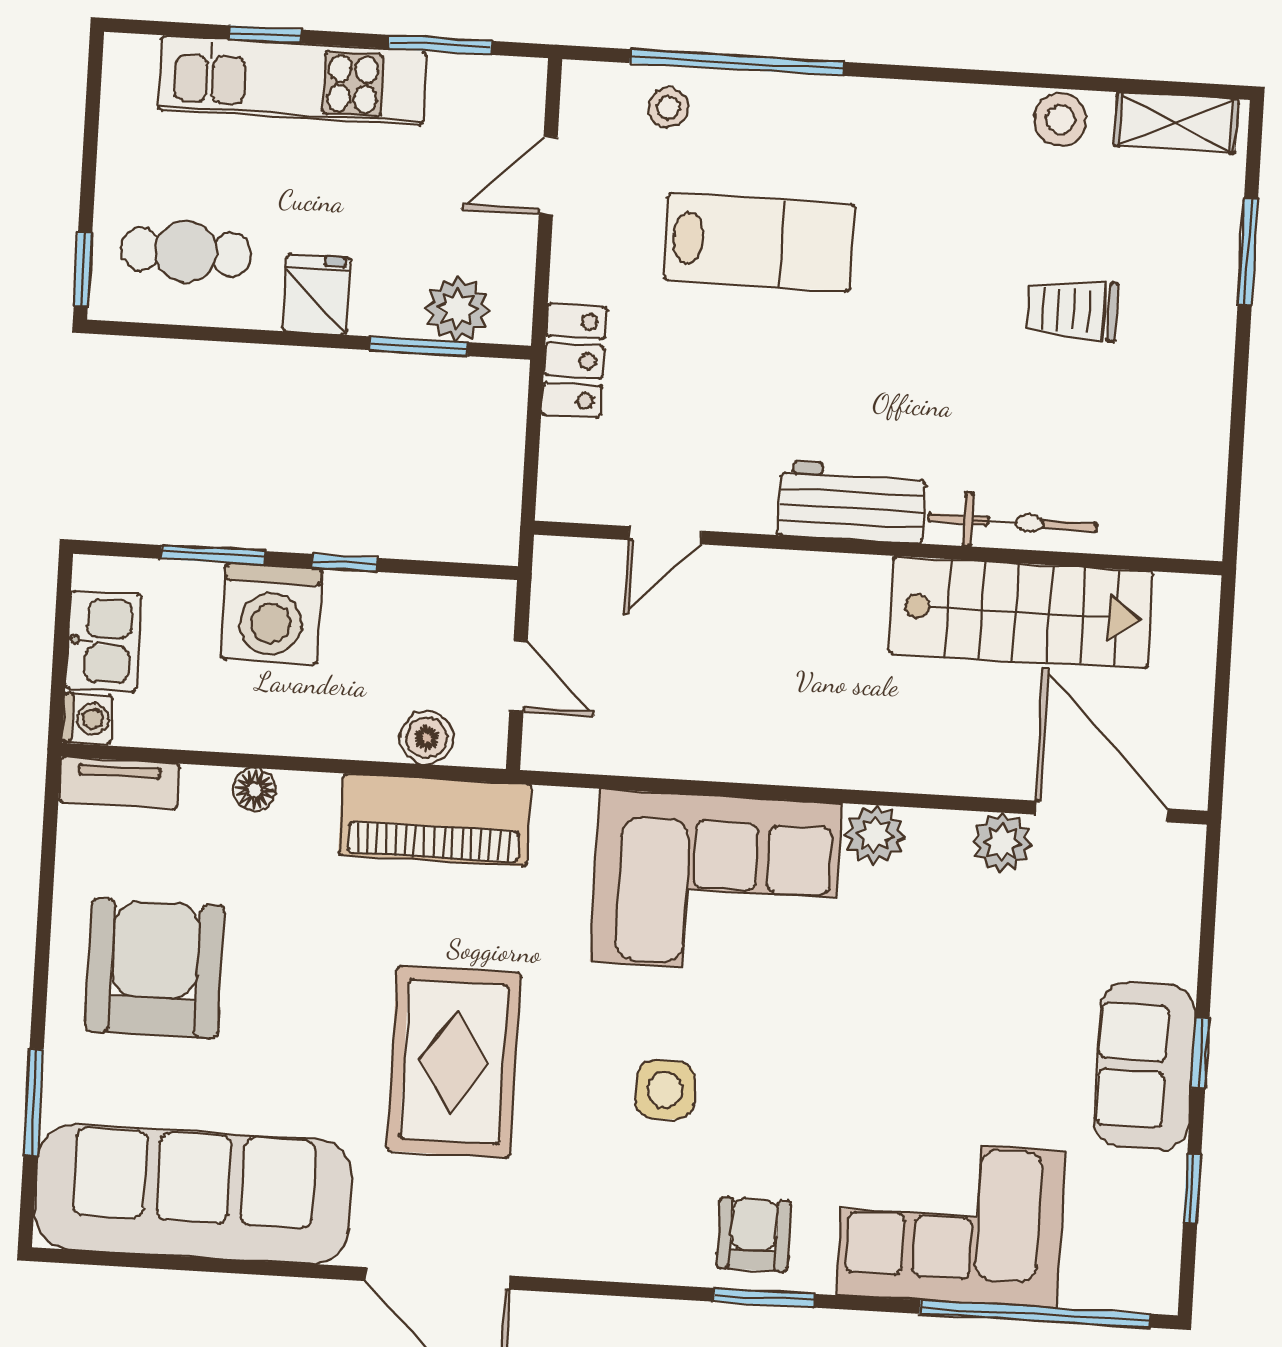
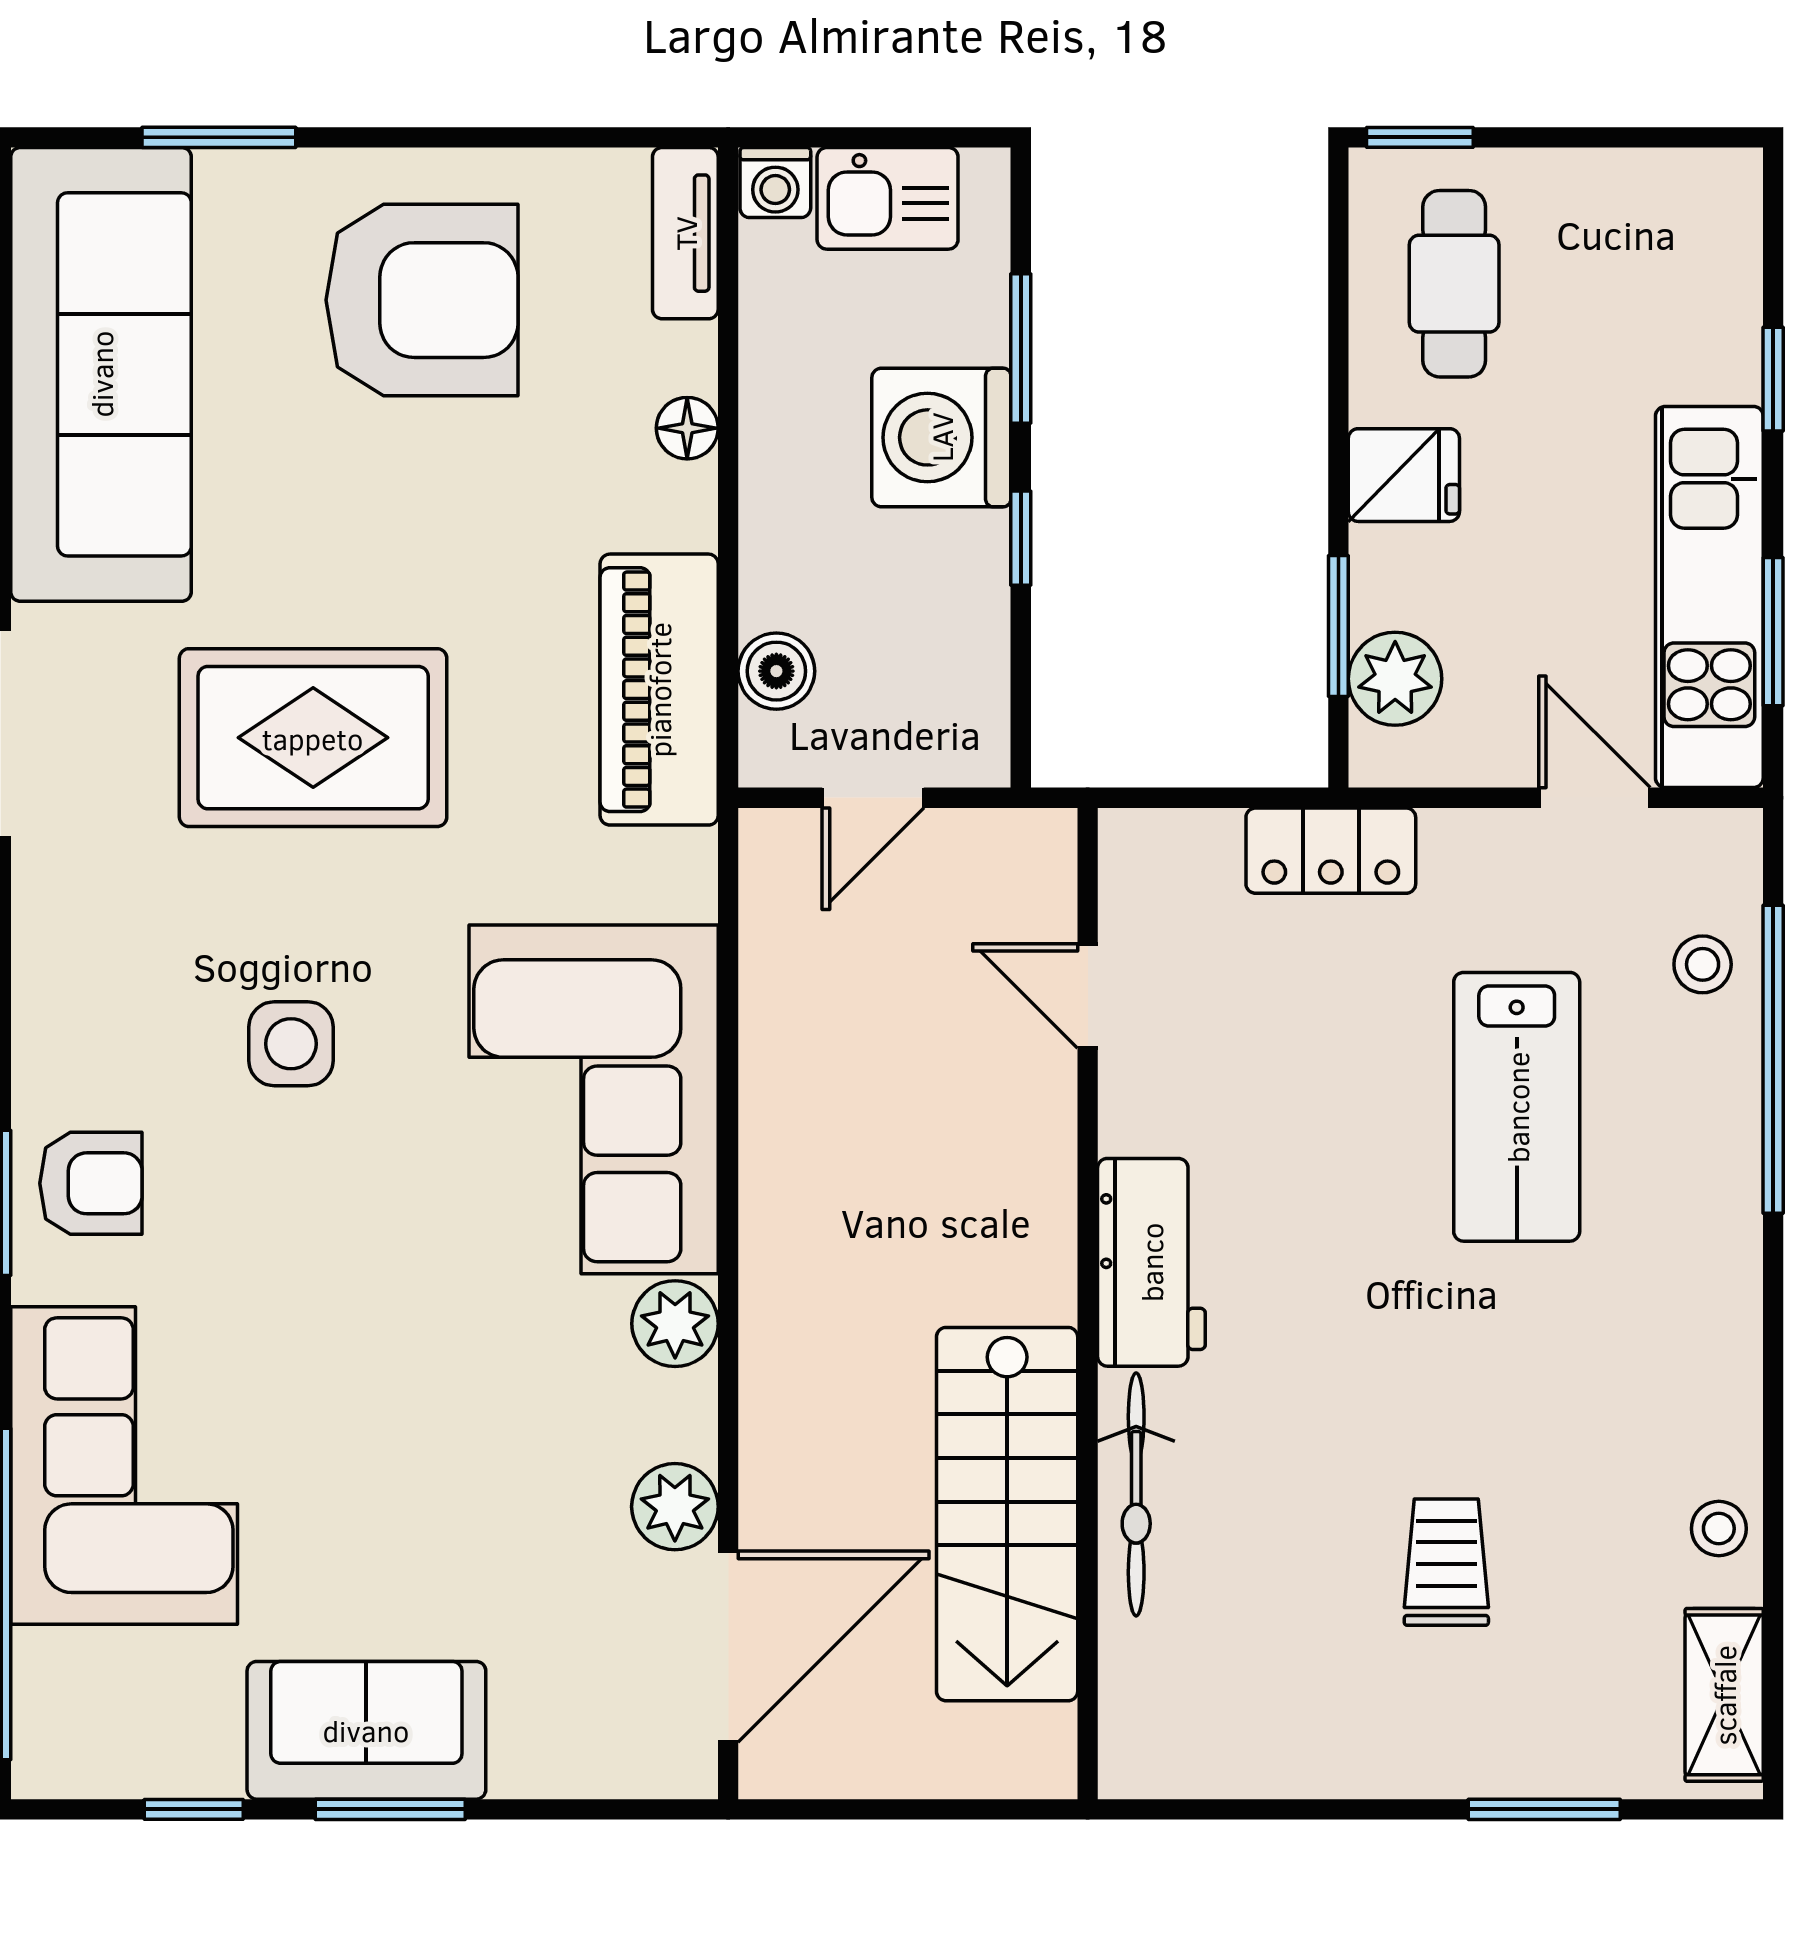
kitchen unit: (292, 80) -> (1709, 597), moved
stool: (1060, 119) -> (1719, 1529), width x0.73, depth x0.73
window: (1200, 1053) -> (390, 1809), width x1.50

